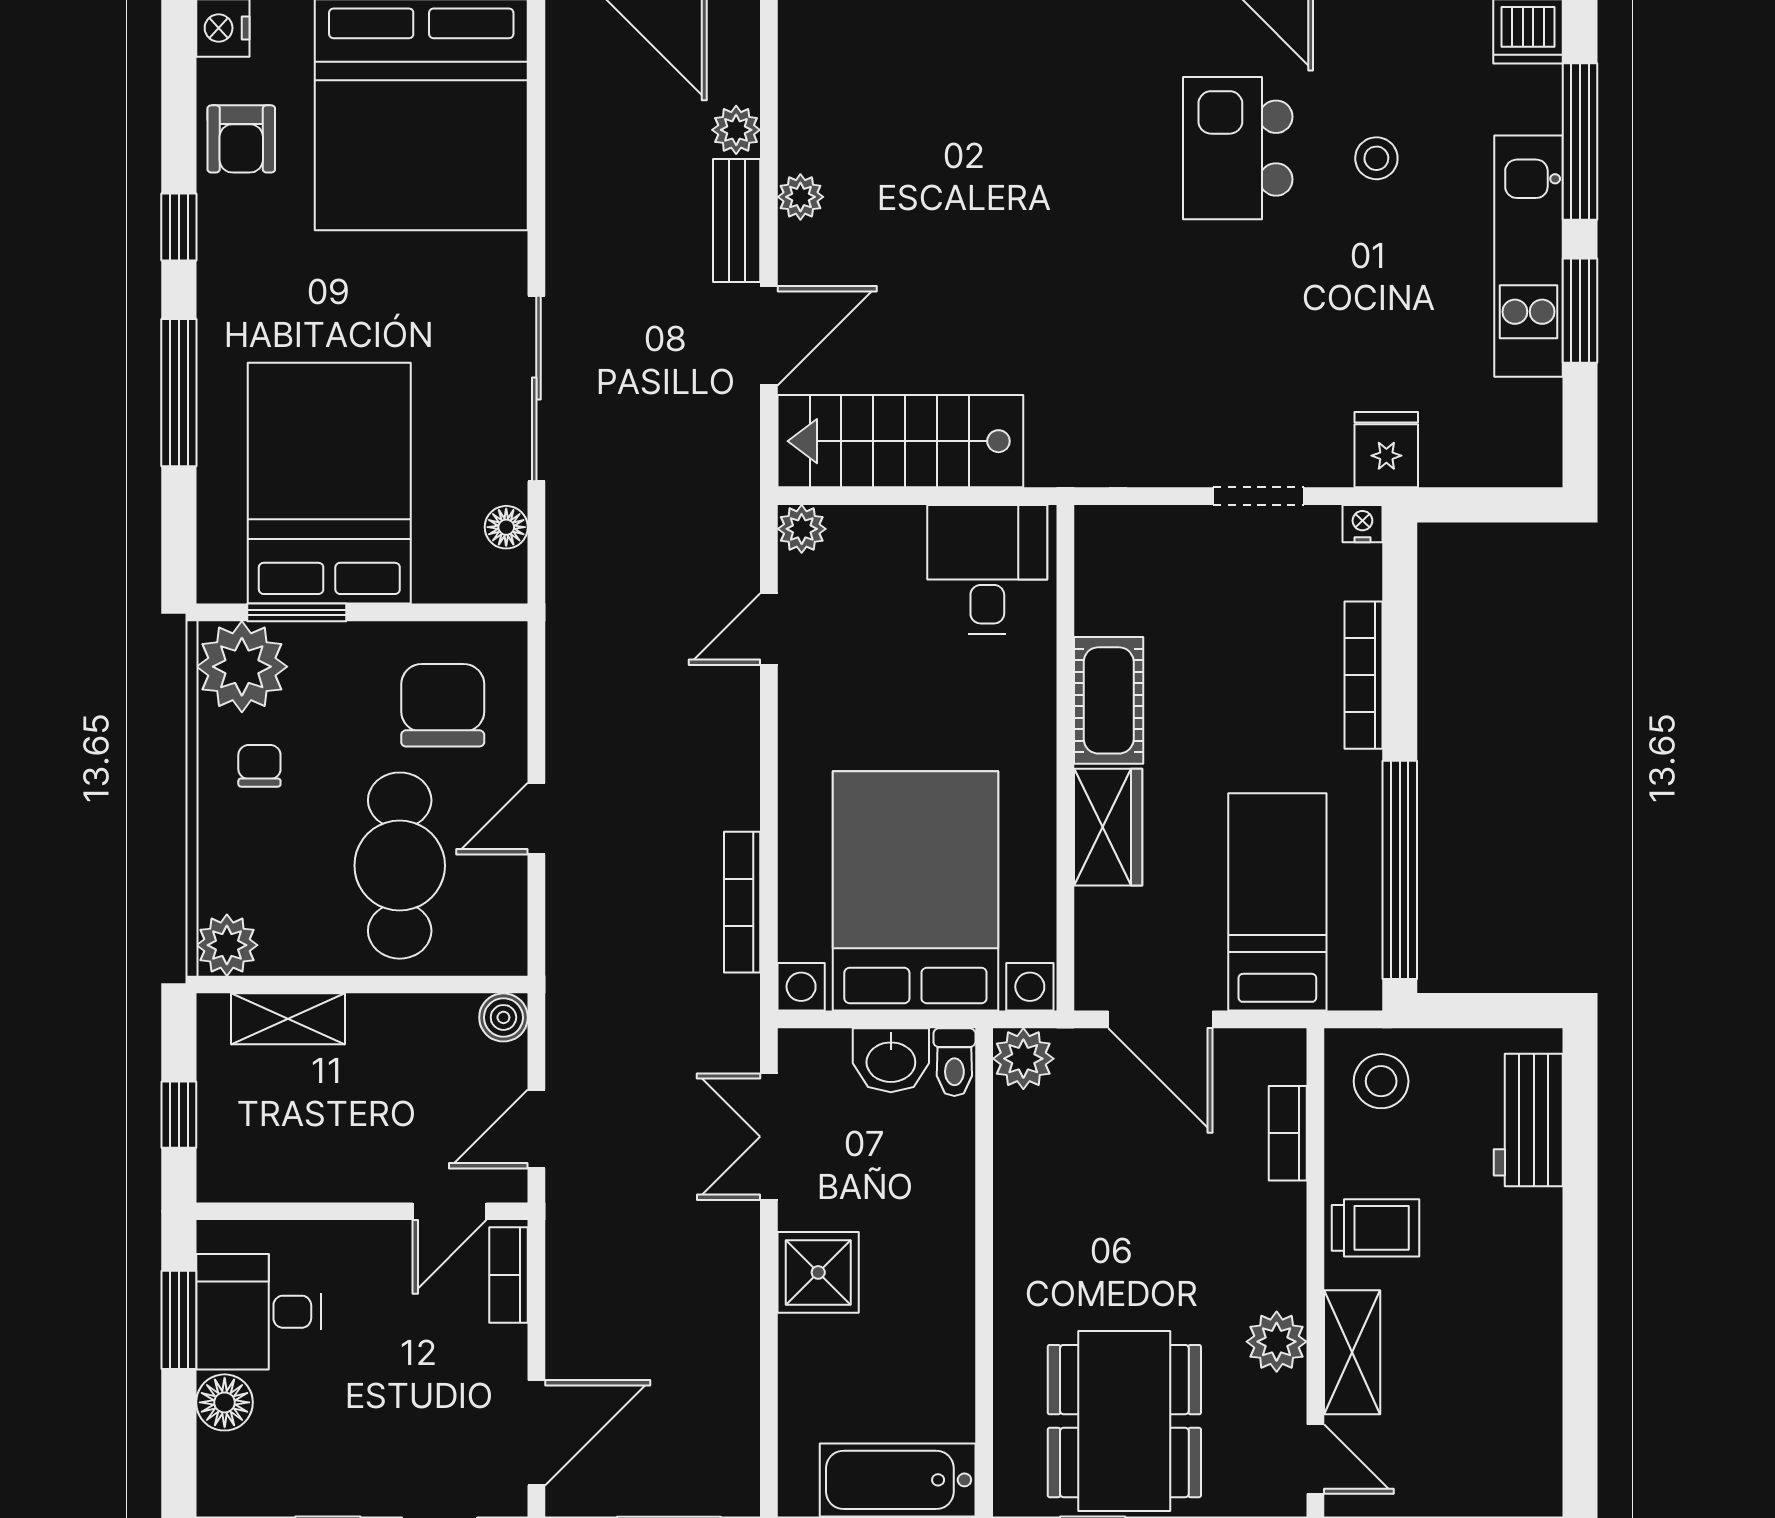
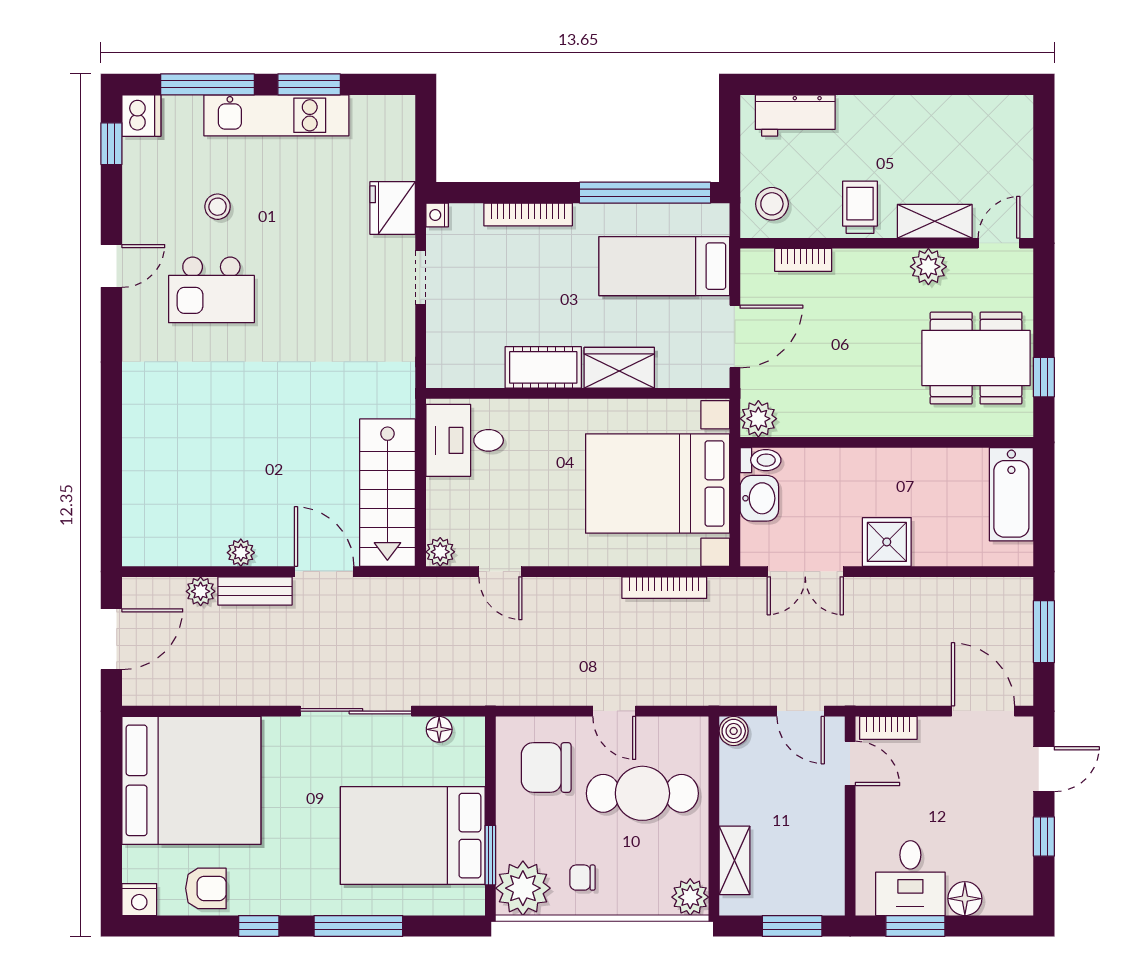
fridge: (1386, 450) -> (393, 208), width x1.38
window: (179, 1115) -> (792, 926), width x1.50

